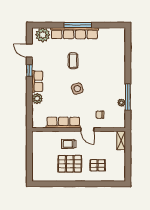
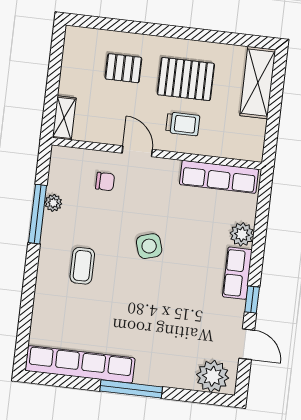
row of seats: (74, 33) -> (80, 364), moved
coffee table: (73, 61) -> (82, 266), moved
row of seats: (63, 123) -> (219, 177), moved
shelving: (38, 166) -> (258, 83), added

